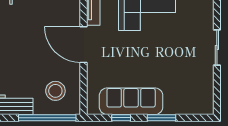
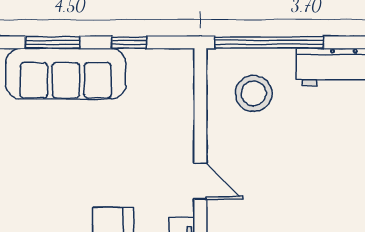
door: (84, 45) -> (200, 181), width x0.53
sofa: (131, 101) -> (66, 74), moved

